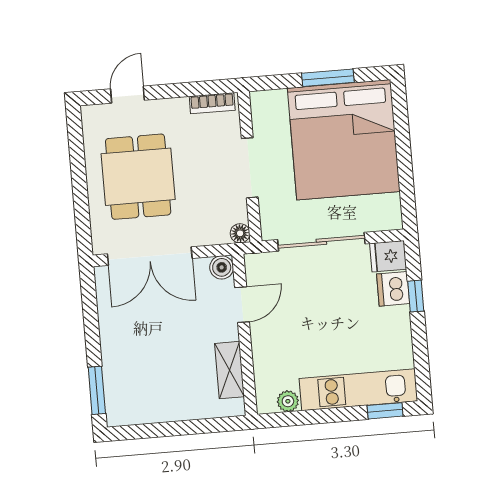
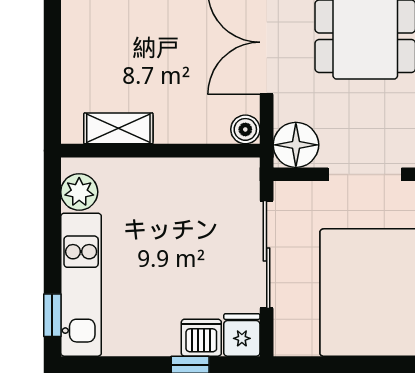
floor lamp: (240, 233) -> (296, 145), width x1.89, depth x1.89
door: (242, 305) -> (198, 151), removed
plant: (288, 401) -> (79, 192), width x1.38, depth x1.38

